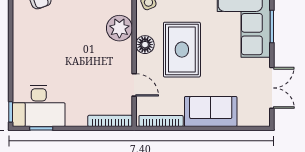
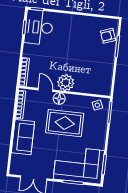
plant: (119, 28) -> (66, 83), moved
floor lamp: (145, 45) -> (59, 99), moved
door: (134, 85) -> (45, 90), swing flipped

